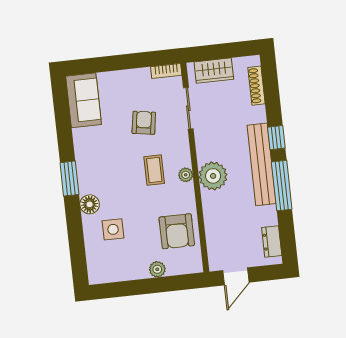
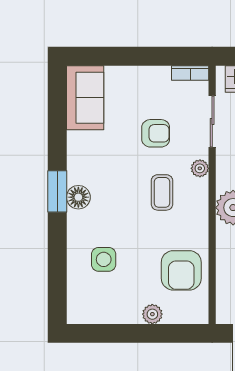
armchair: (144, 123) -> (156, 133), turned 81
plant: (186, 175) -> (200, 168), moved
floor lamp: (90, 204) -> (78, 197), moved

